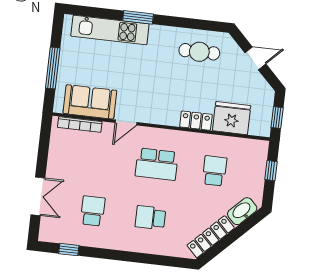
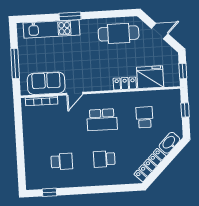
cafe table: (199, 52) -> (119, 33), width x1.37, depth x1.35
double door: (38, 196) -> (20, 158), removed
school desk: (93, 211) -> (62, 161), turned 90

